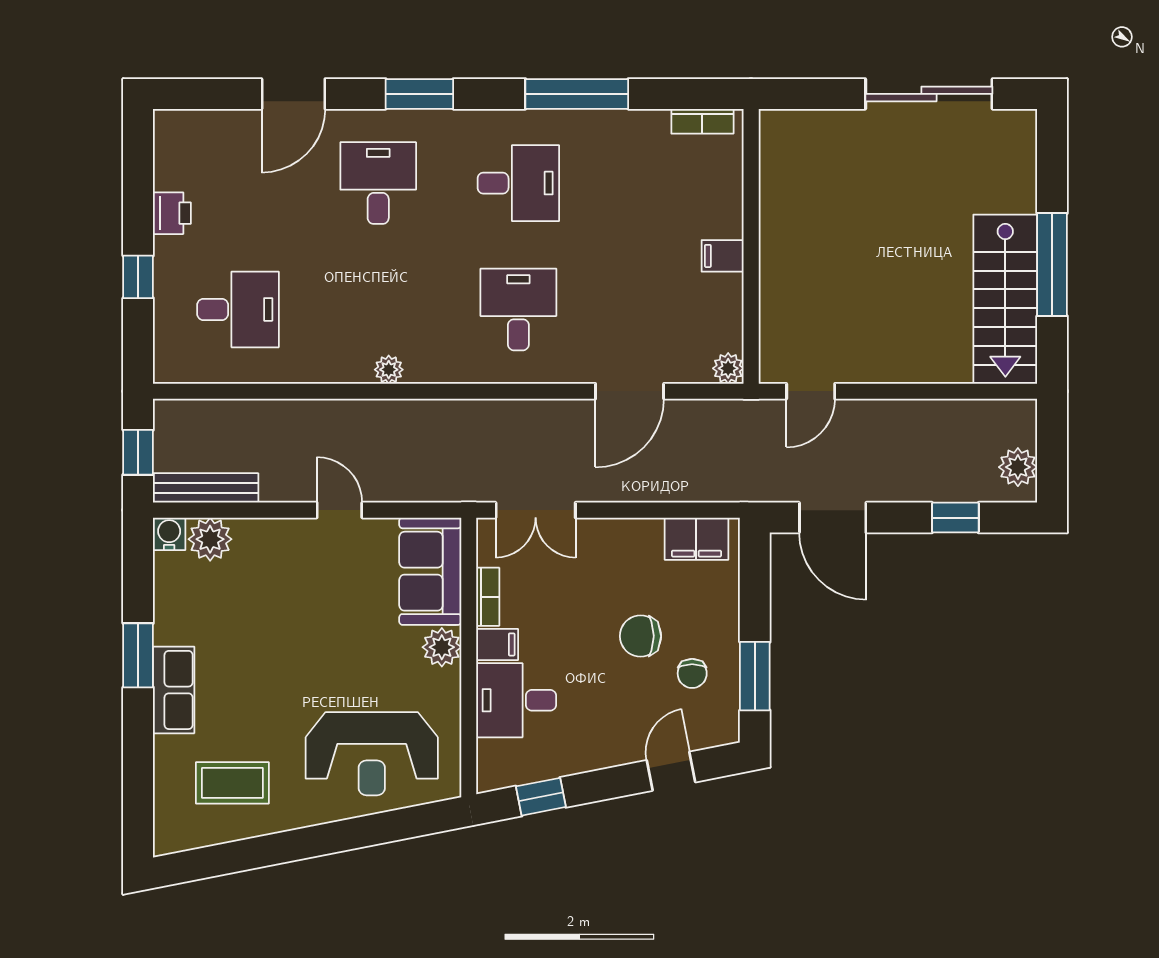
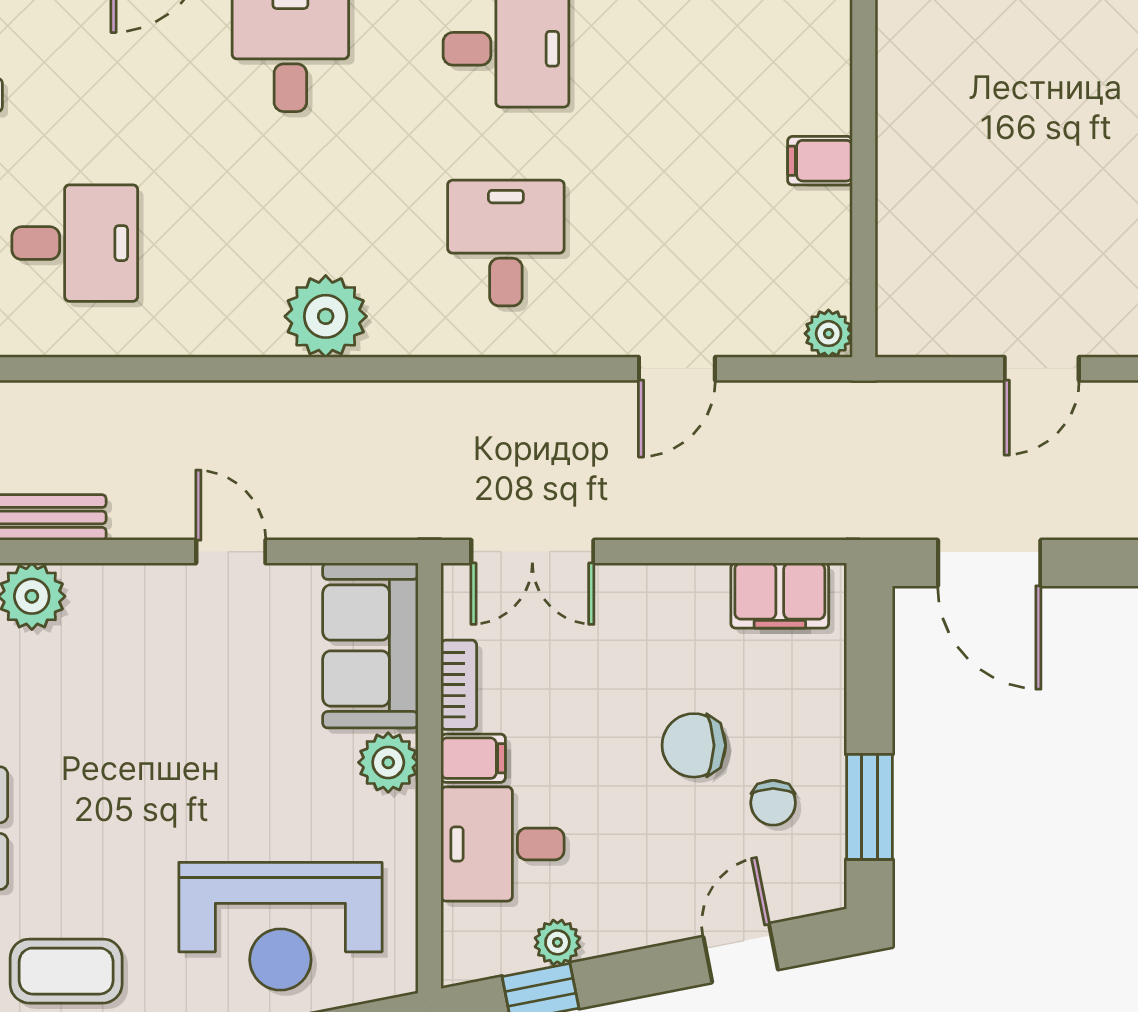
plant: (389, 370) -> (326, 316), width x1.88, depth x1.88
door: (630, 391) -> (677, 369), width x0.73
door: (811, 391) -> (1042, 369), moved
plant: (552, 764) -> (557, 942), added

